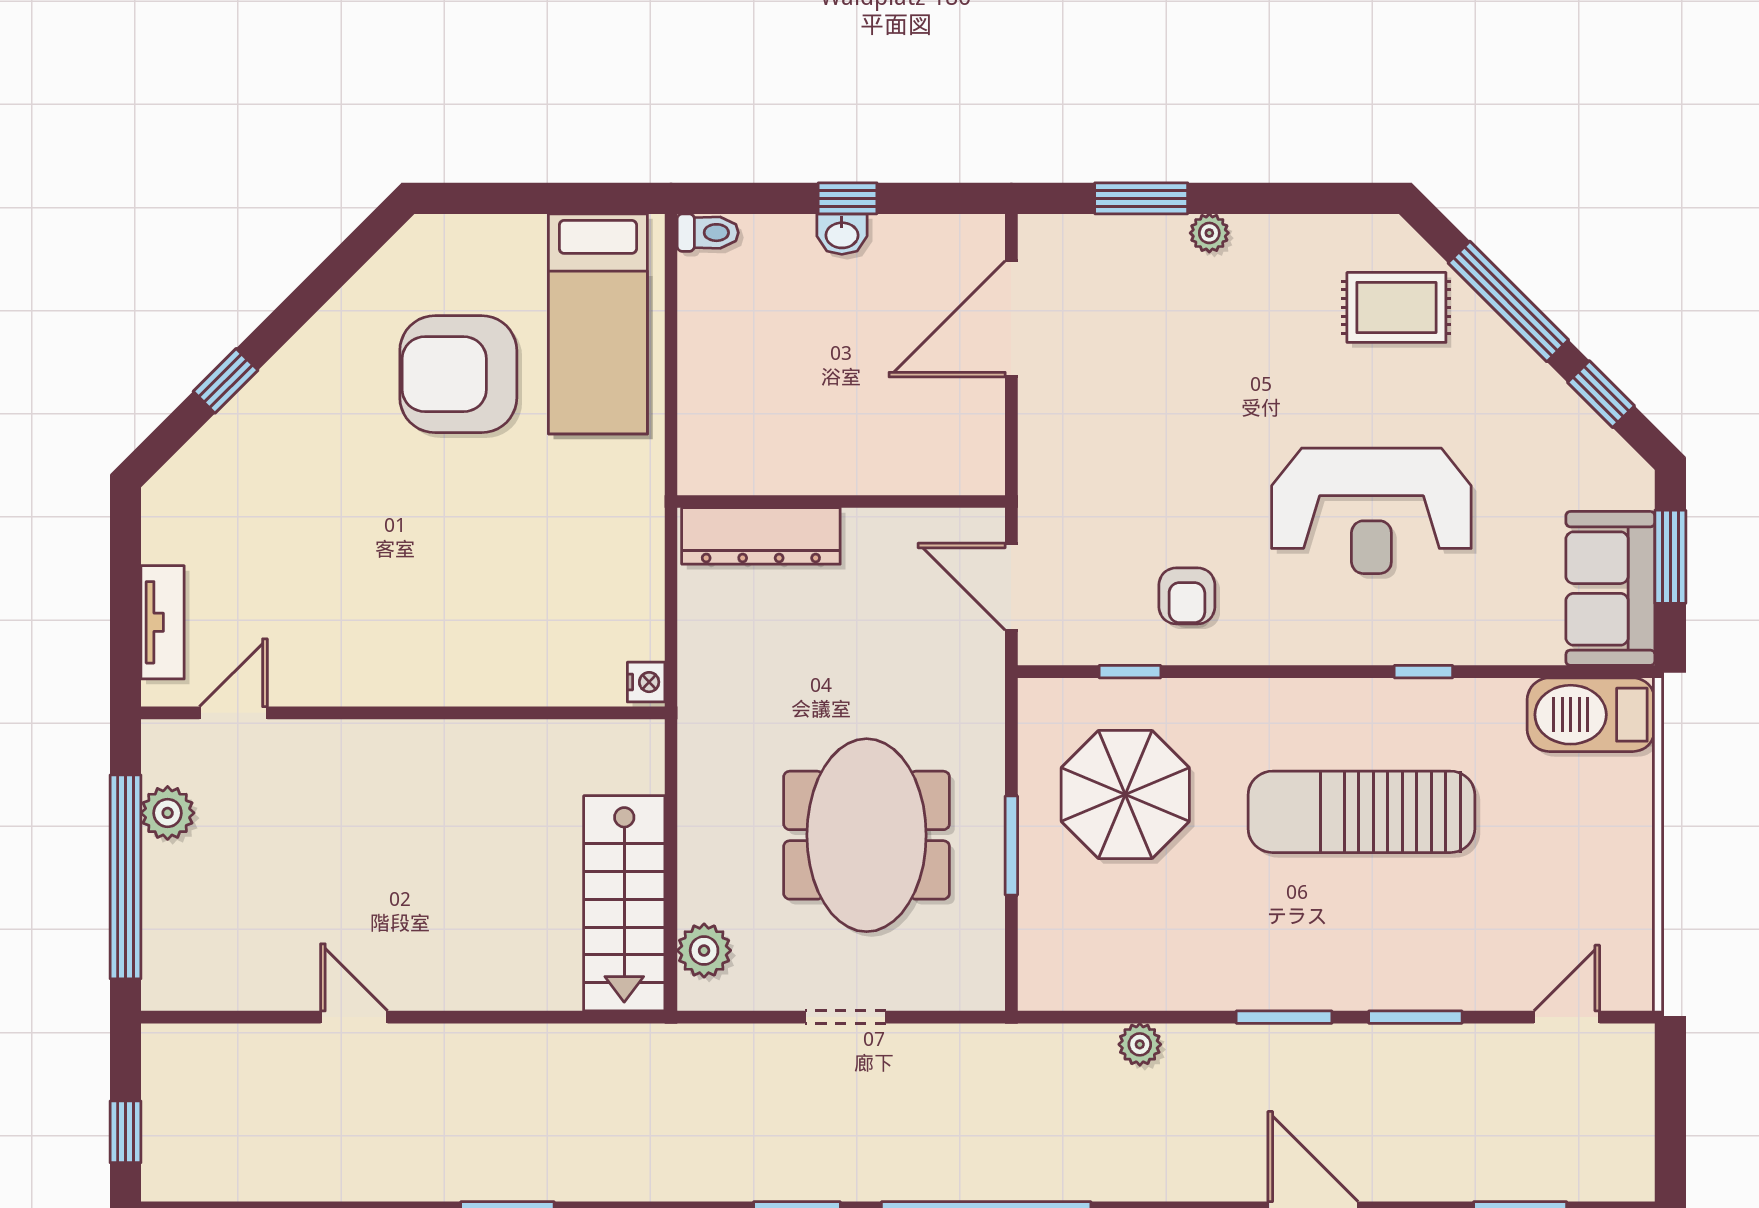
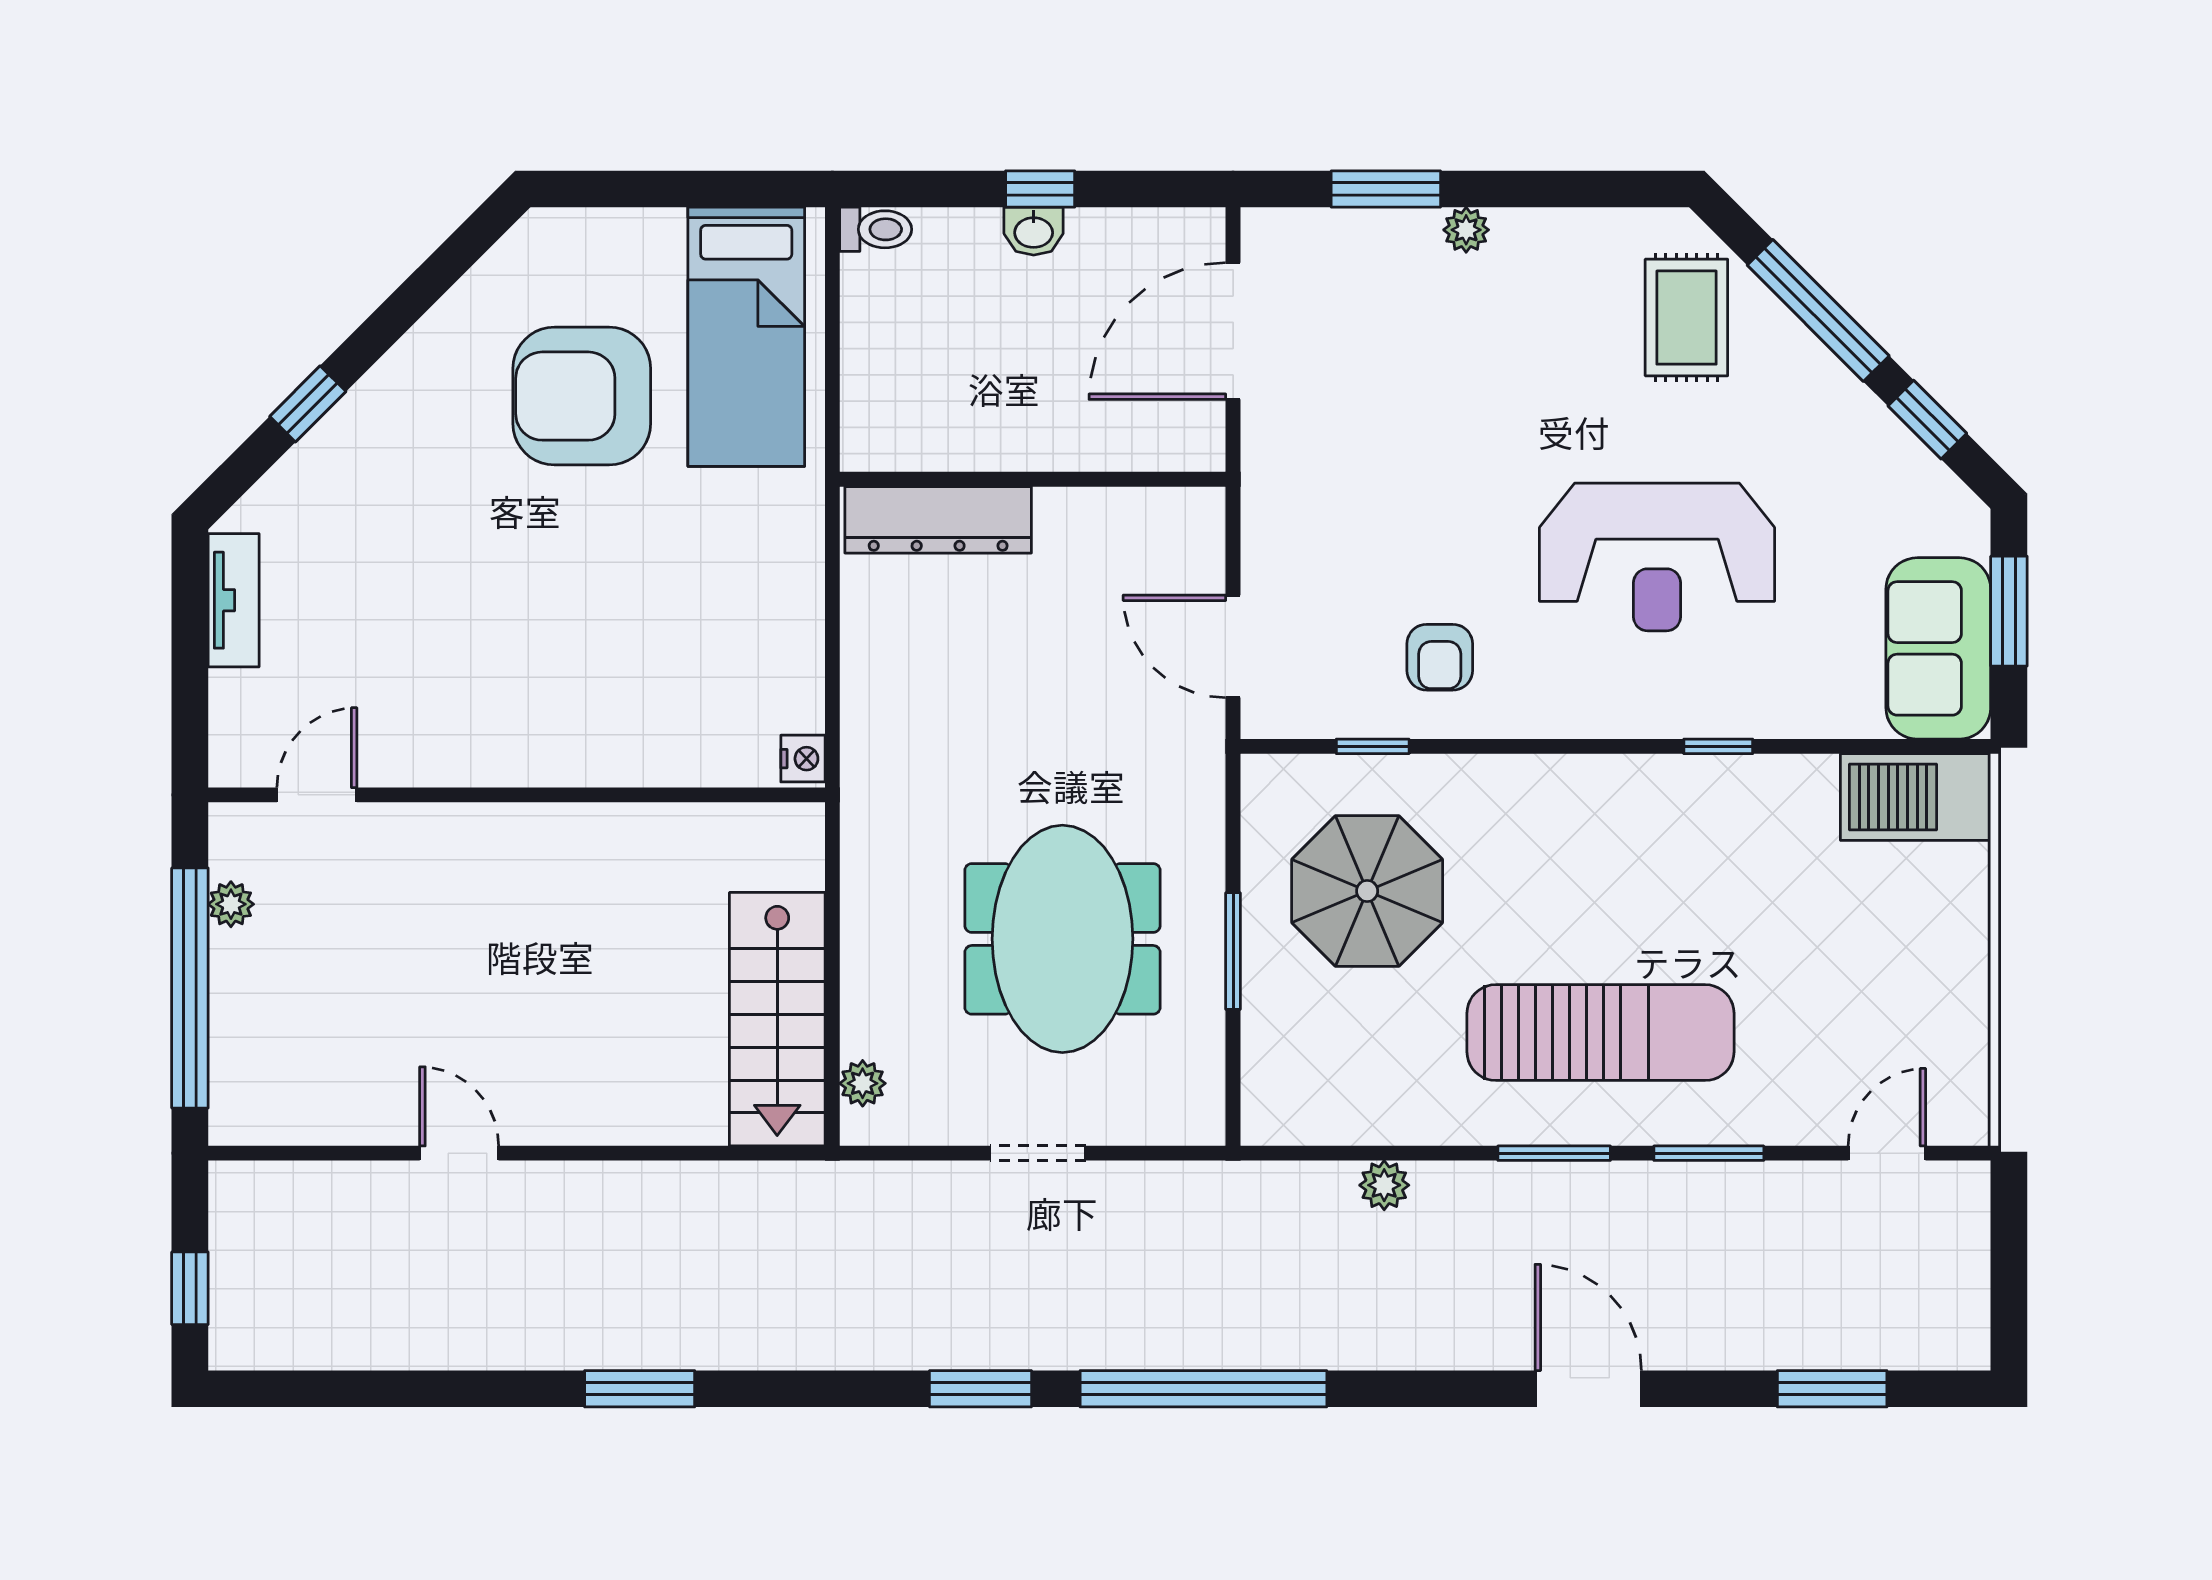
rug: (1396, 307) -> (1686, 318), turned 90
wall: (841, 501) -> (1033, 479), moved
dresser: (761, 536) -> (938, 520), moved
tv unit: (163, 622) -> (234, 600), moved
sun lounger: (1361, 812) -> (1601, 1033), moved, turned 180
plant: (168, 813) -> (231, 904), width x0.73, depth x0.73
plant: (704, 950) -> (863, 1083), width x0.73, depth x0.73

